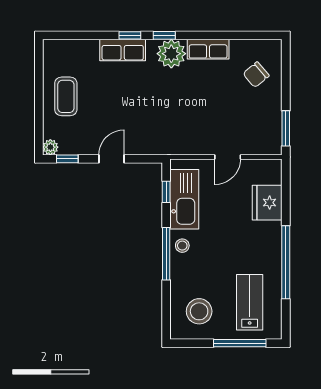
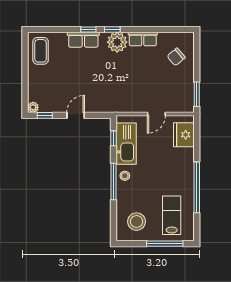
coffee table: (66, 96) -> (41, 51), moved
fridge: (267, 203) -> (184, 135), moved

